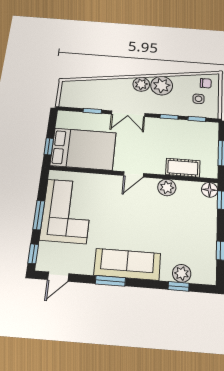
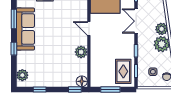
rug: (197, 135) -> (123, 71), added
cot: (183, 168) -> (97, 62), removed
plant: (182, 273) -> (22, 75), moved
window: (179, 286) -> (14, 49), moved

